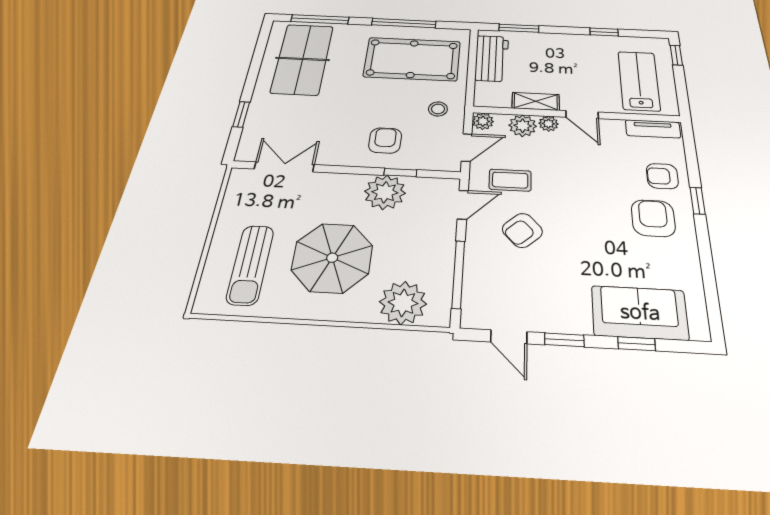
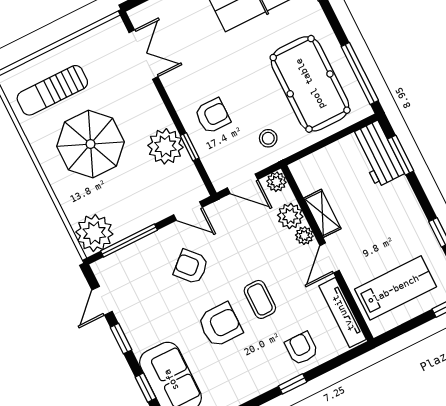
window: (404, 23) -> (360, 74), moved
workbench: (492, 58) -> (377, 154), moved, turned 90
tv unit: (653, 129) -> (343, 313), width x1.41
coffee table: (510, 180) -> (260, 299), moved
armchair: (653, 218) -> (220, 325), moved
plant: (403, 303) -> (94, 233), moved

